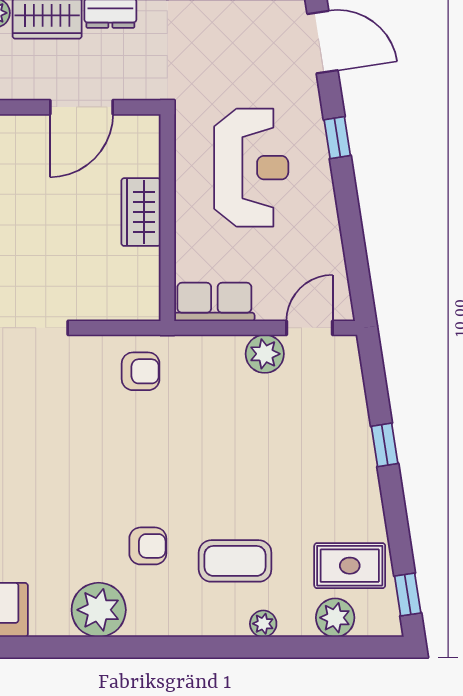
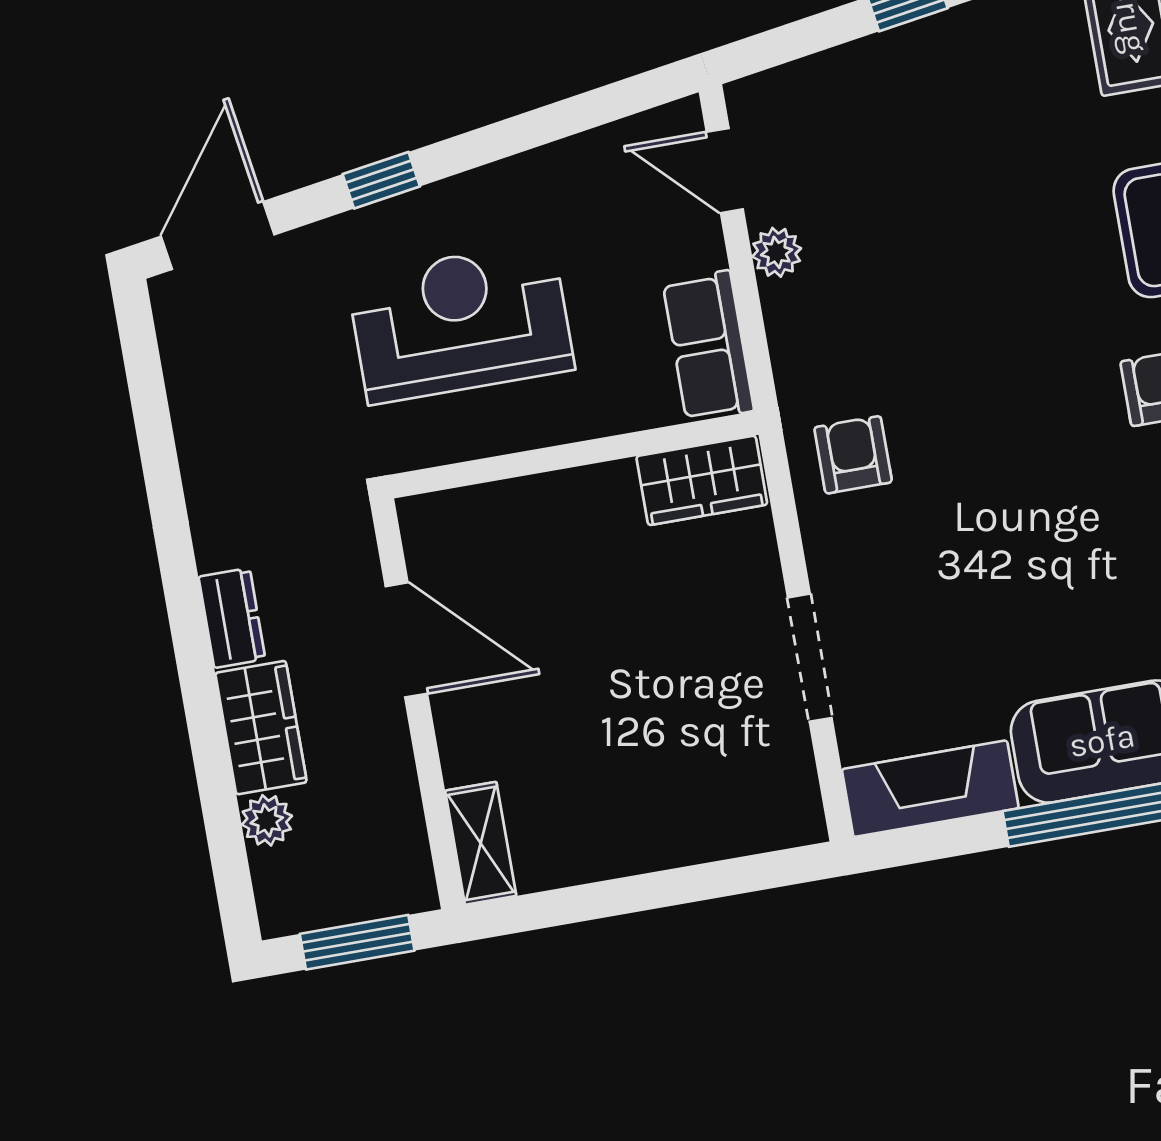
wardrobe: (141, 212) -> (702, 480), moved
plant: (265, 354) -> (777, 252), width x0.73, depth x0.73

